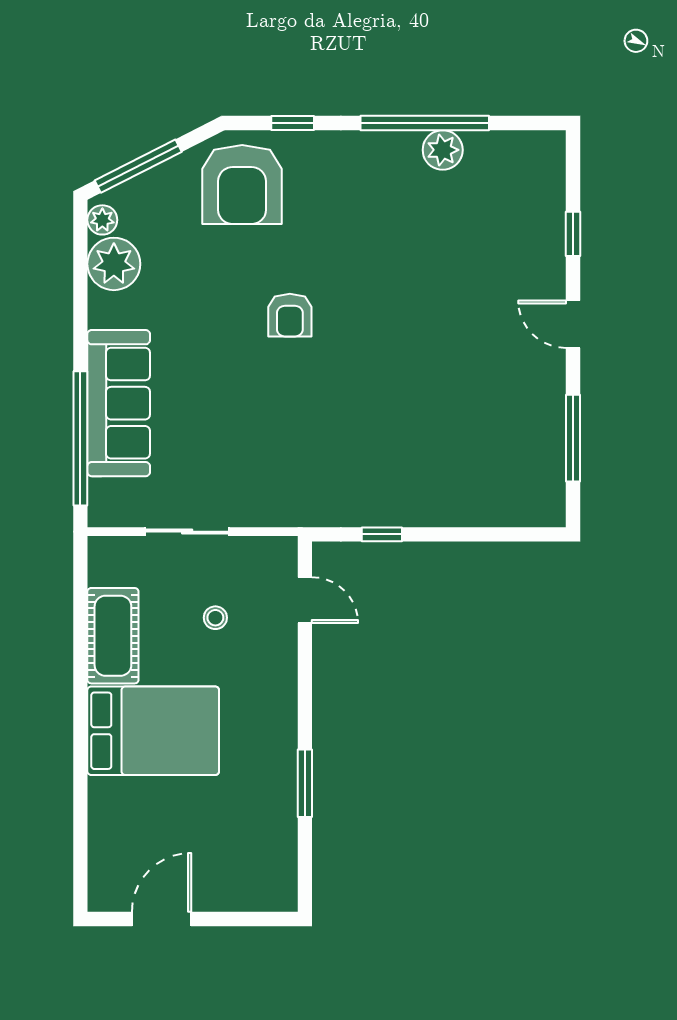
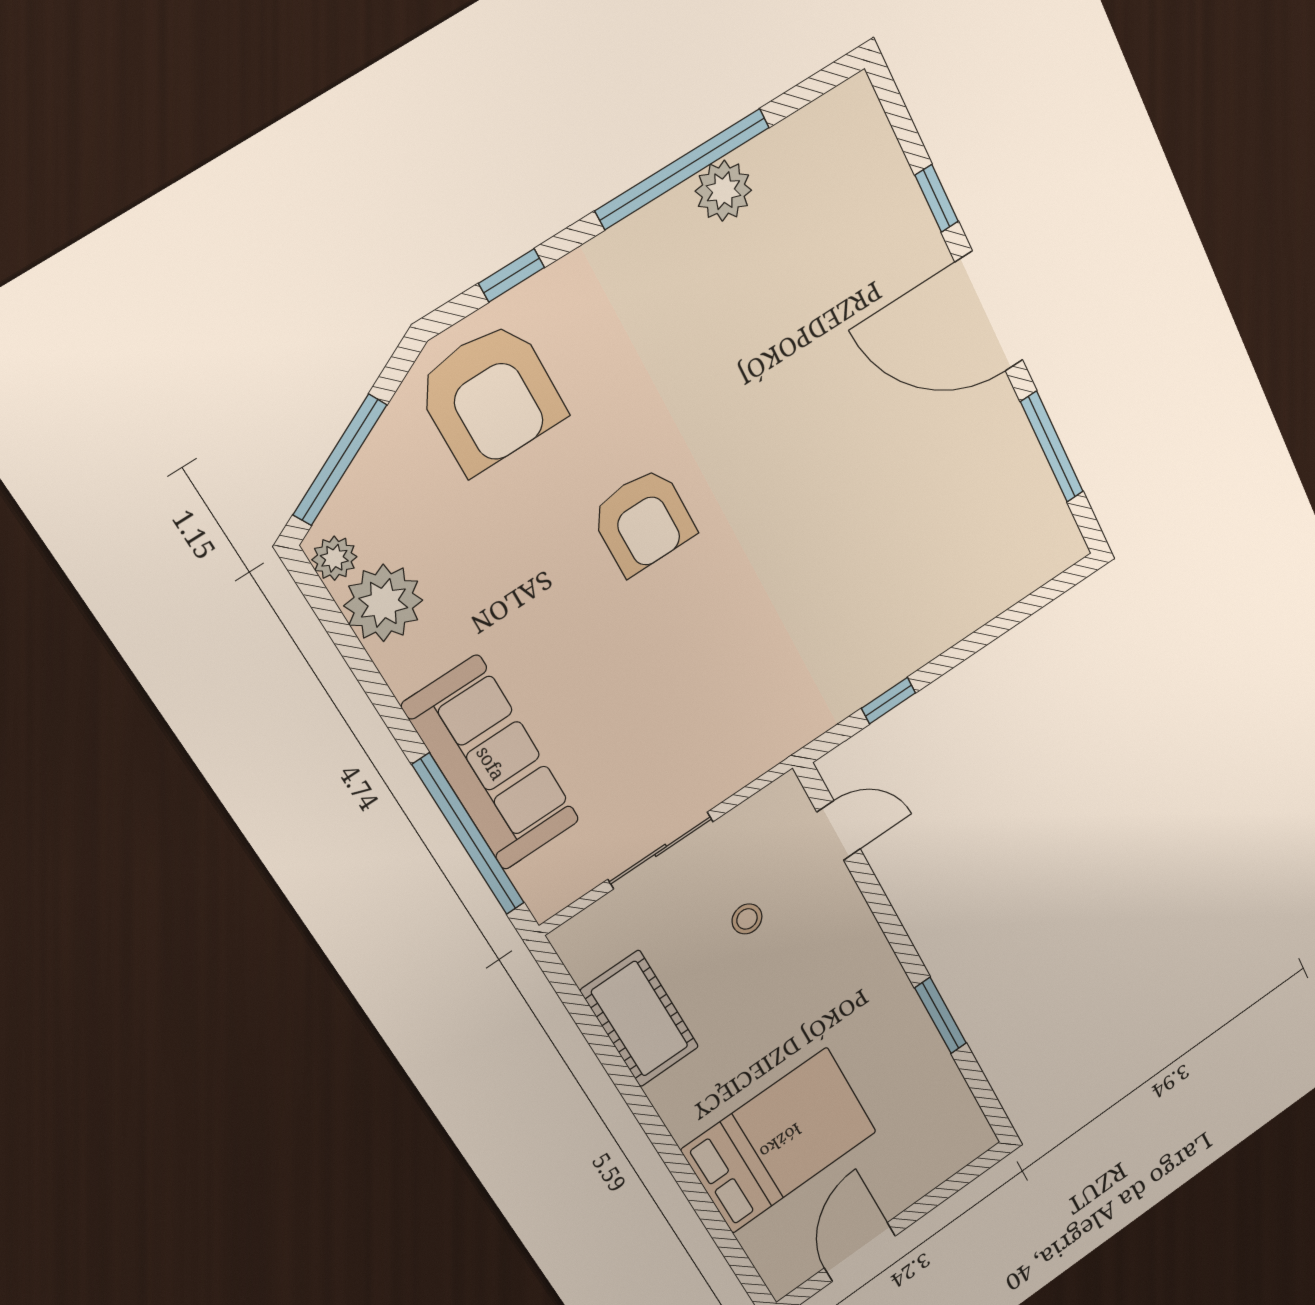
armchair: (290, 315) -> (643, 521), width x1.38, depth x1.38
door: (573, 324) -> (989, 311), width x1.87
bed: (153, 731) -> (780, 1141), moved

